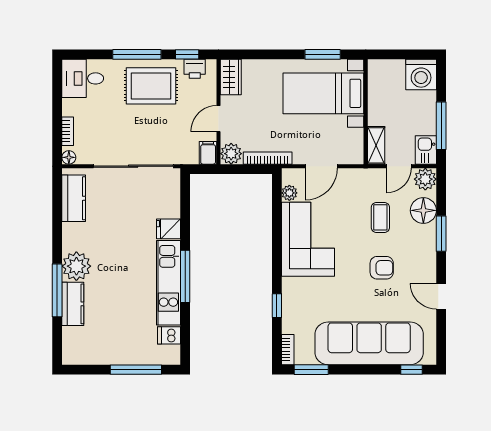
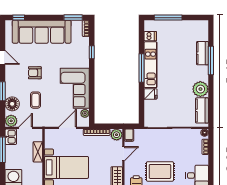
shelving: (376, 145) -> (38, 152), moved
plant: (76, 266) -> (200, 89), moved

